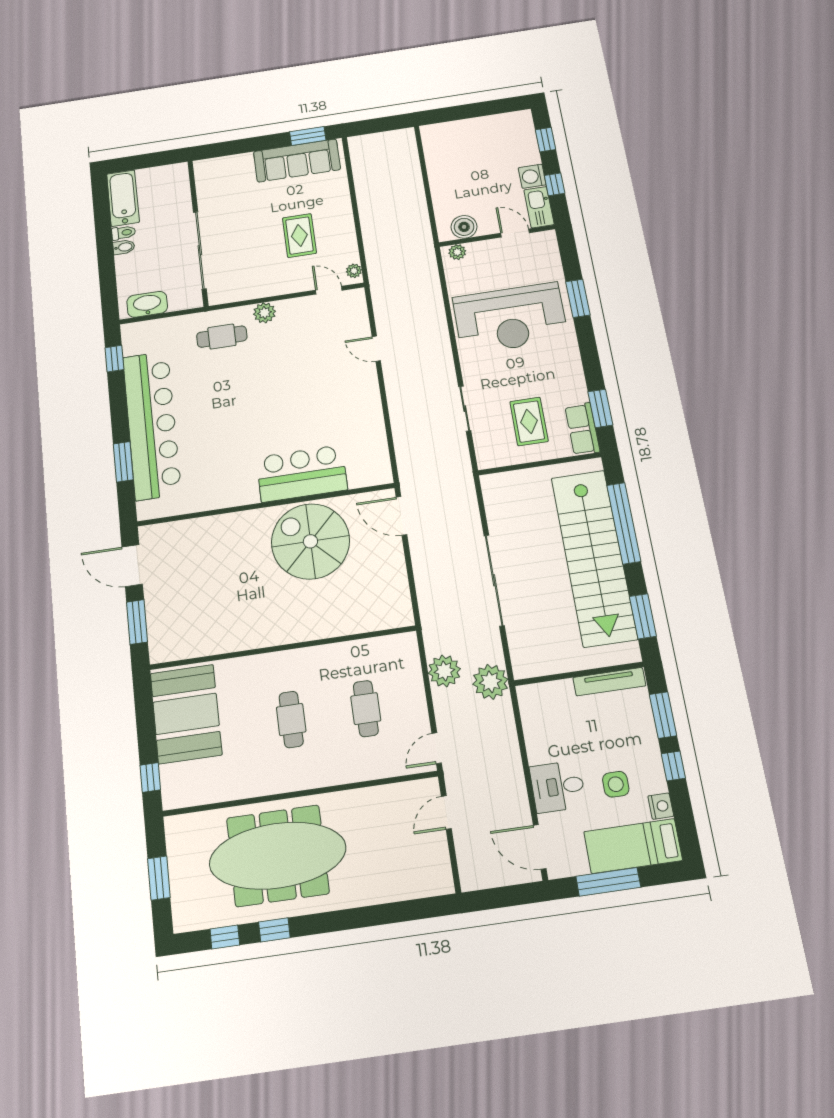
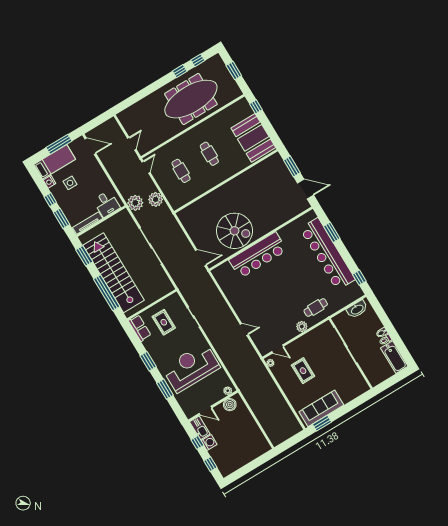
window: (600, 408) -> (148, 361), moved
bar counter: (302, 474) -> (258, 255), width x1.36
desk: (558, 787) -> (107, 204), moved, turned 90

